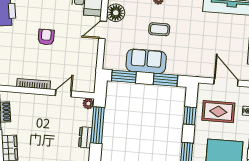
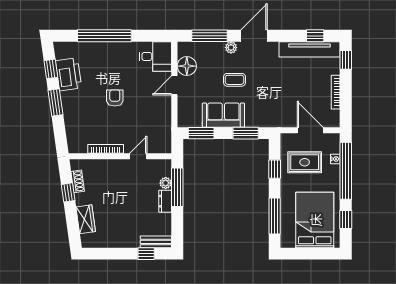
plant: (88, 104) -> (166, 183), moved

